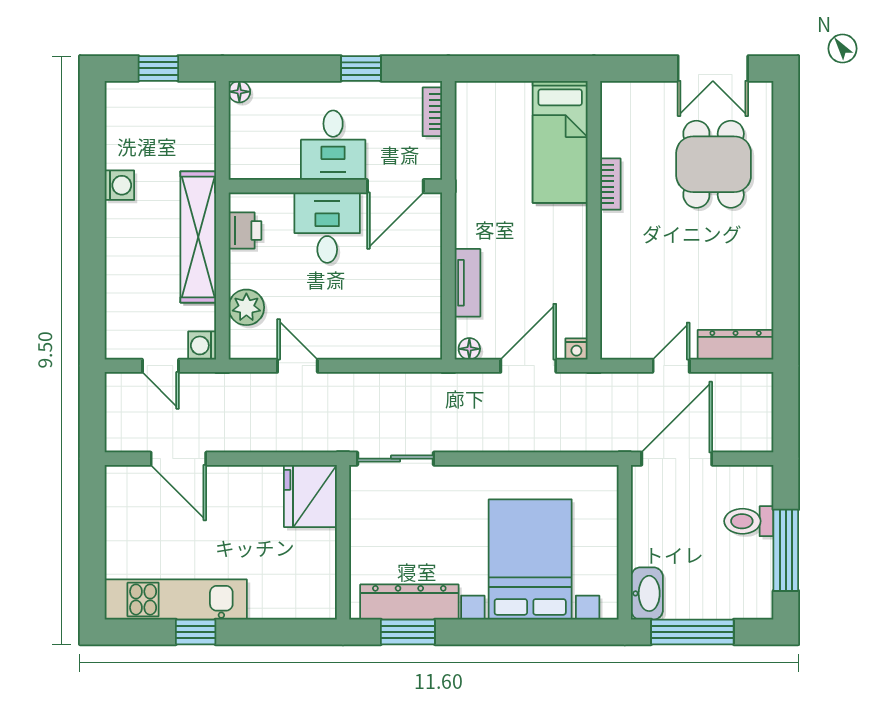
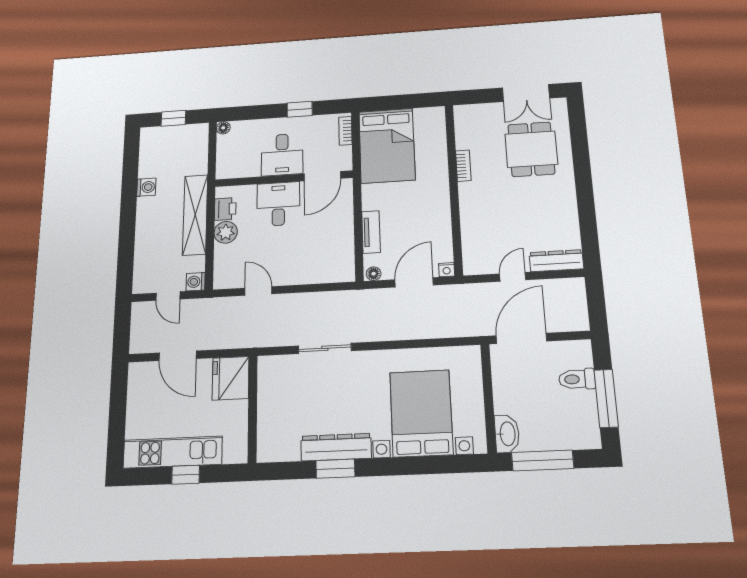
bed: (560, 142) -> (387, 146), moved, width x1.50
plant: (246, 307) -> (226, 232), moved
fridge: (310, 496) -> (231, 378), moved
wall: (343, 542) -> (253, 409), moved

